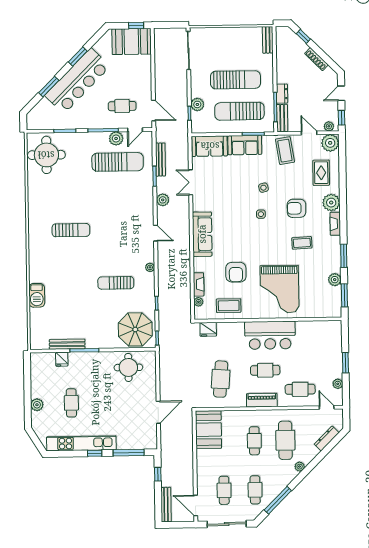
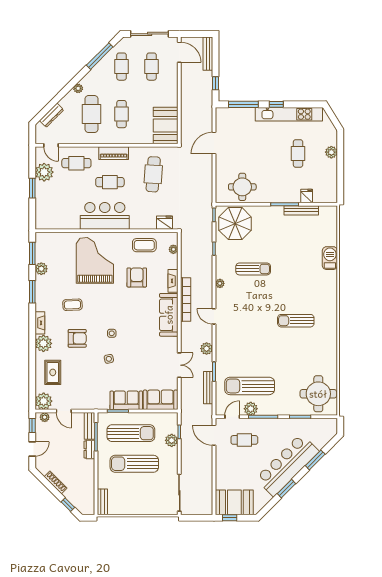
coffee table: (285, 151) -> (87, 394), removed
bookcase: (185, 250) -> (186, 300), added
fireplace: (199, 284) -> (173, 281), moved
plant: (338, 384) -> (44, 172), width x1.88, depth x1.88

